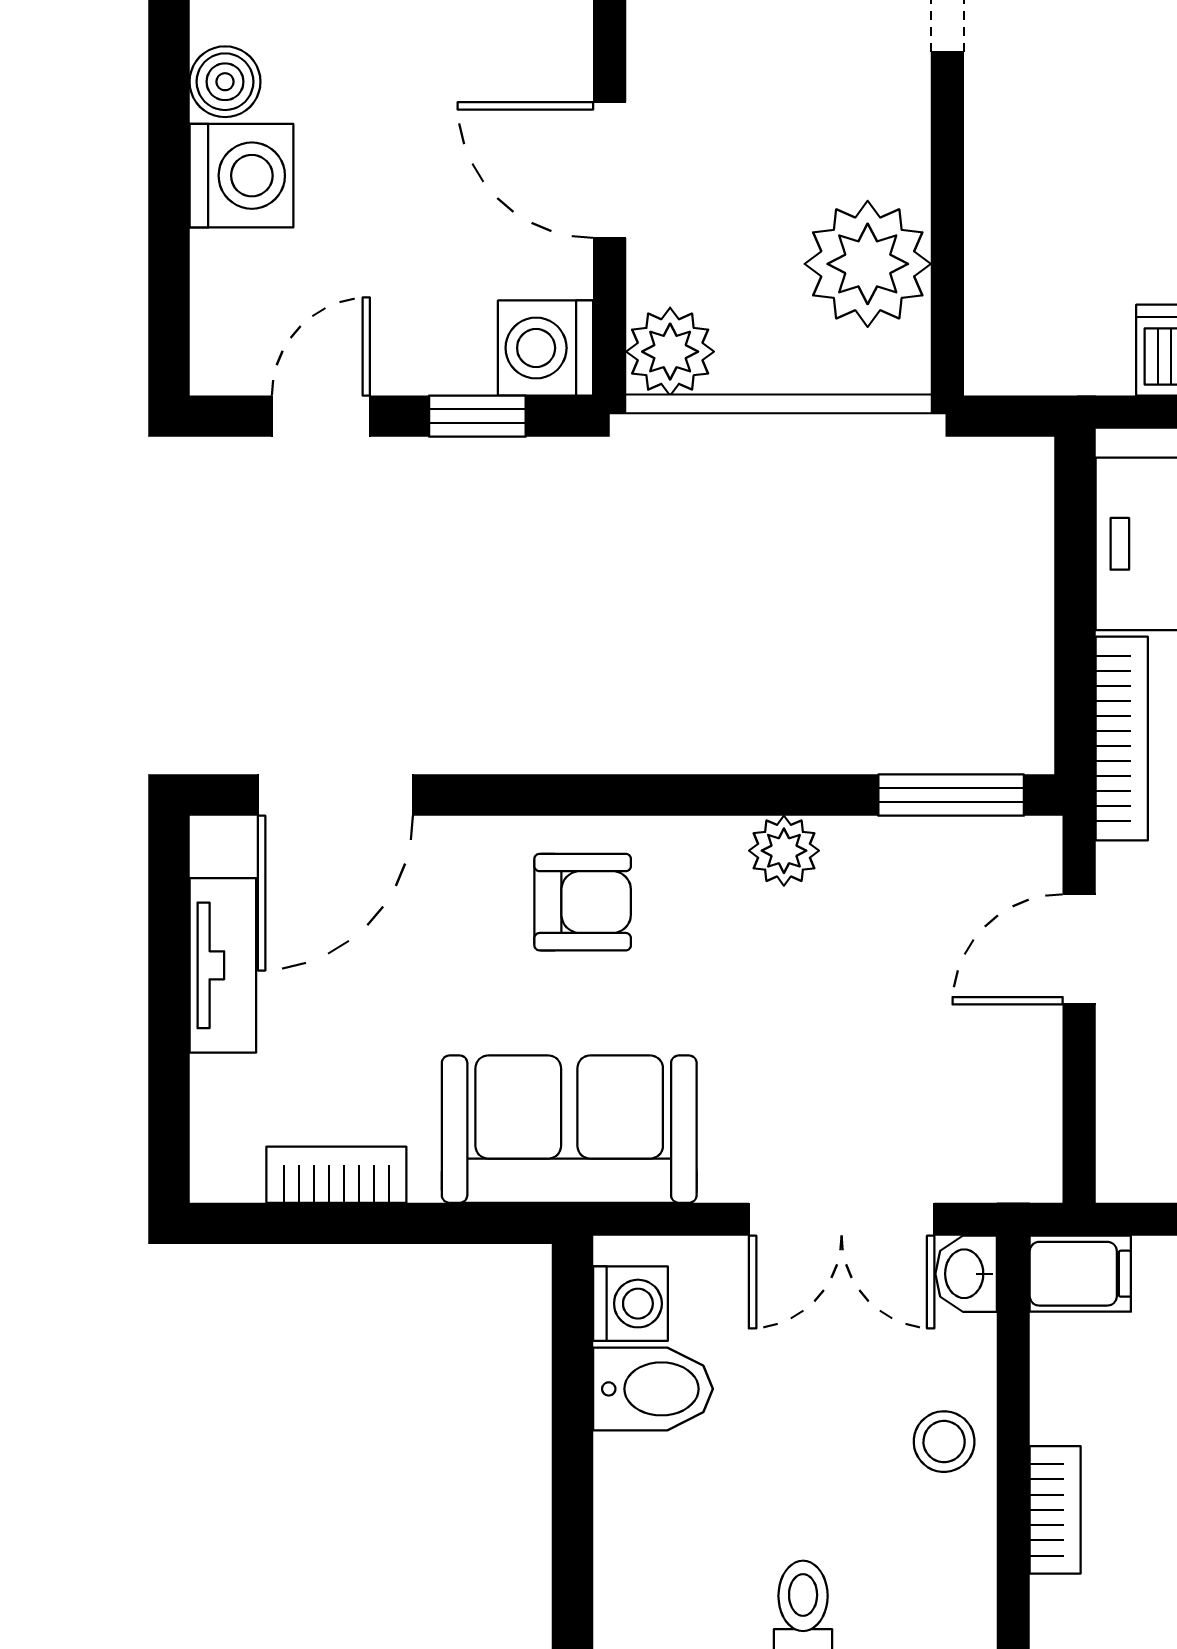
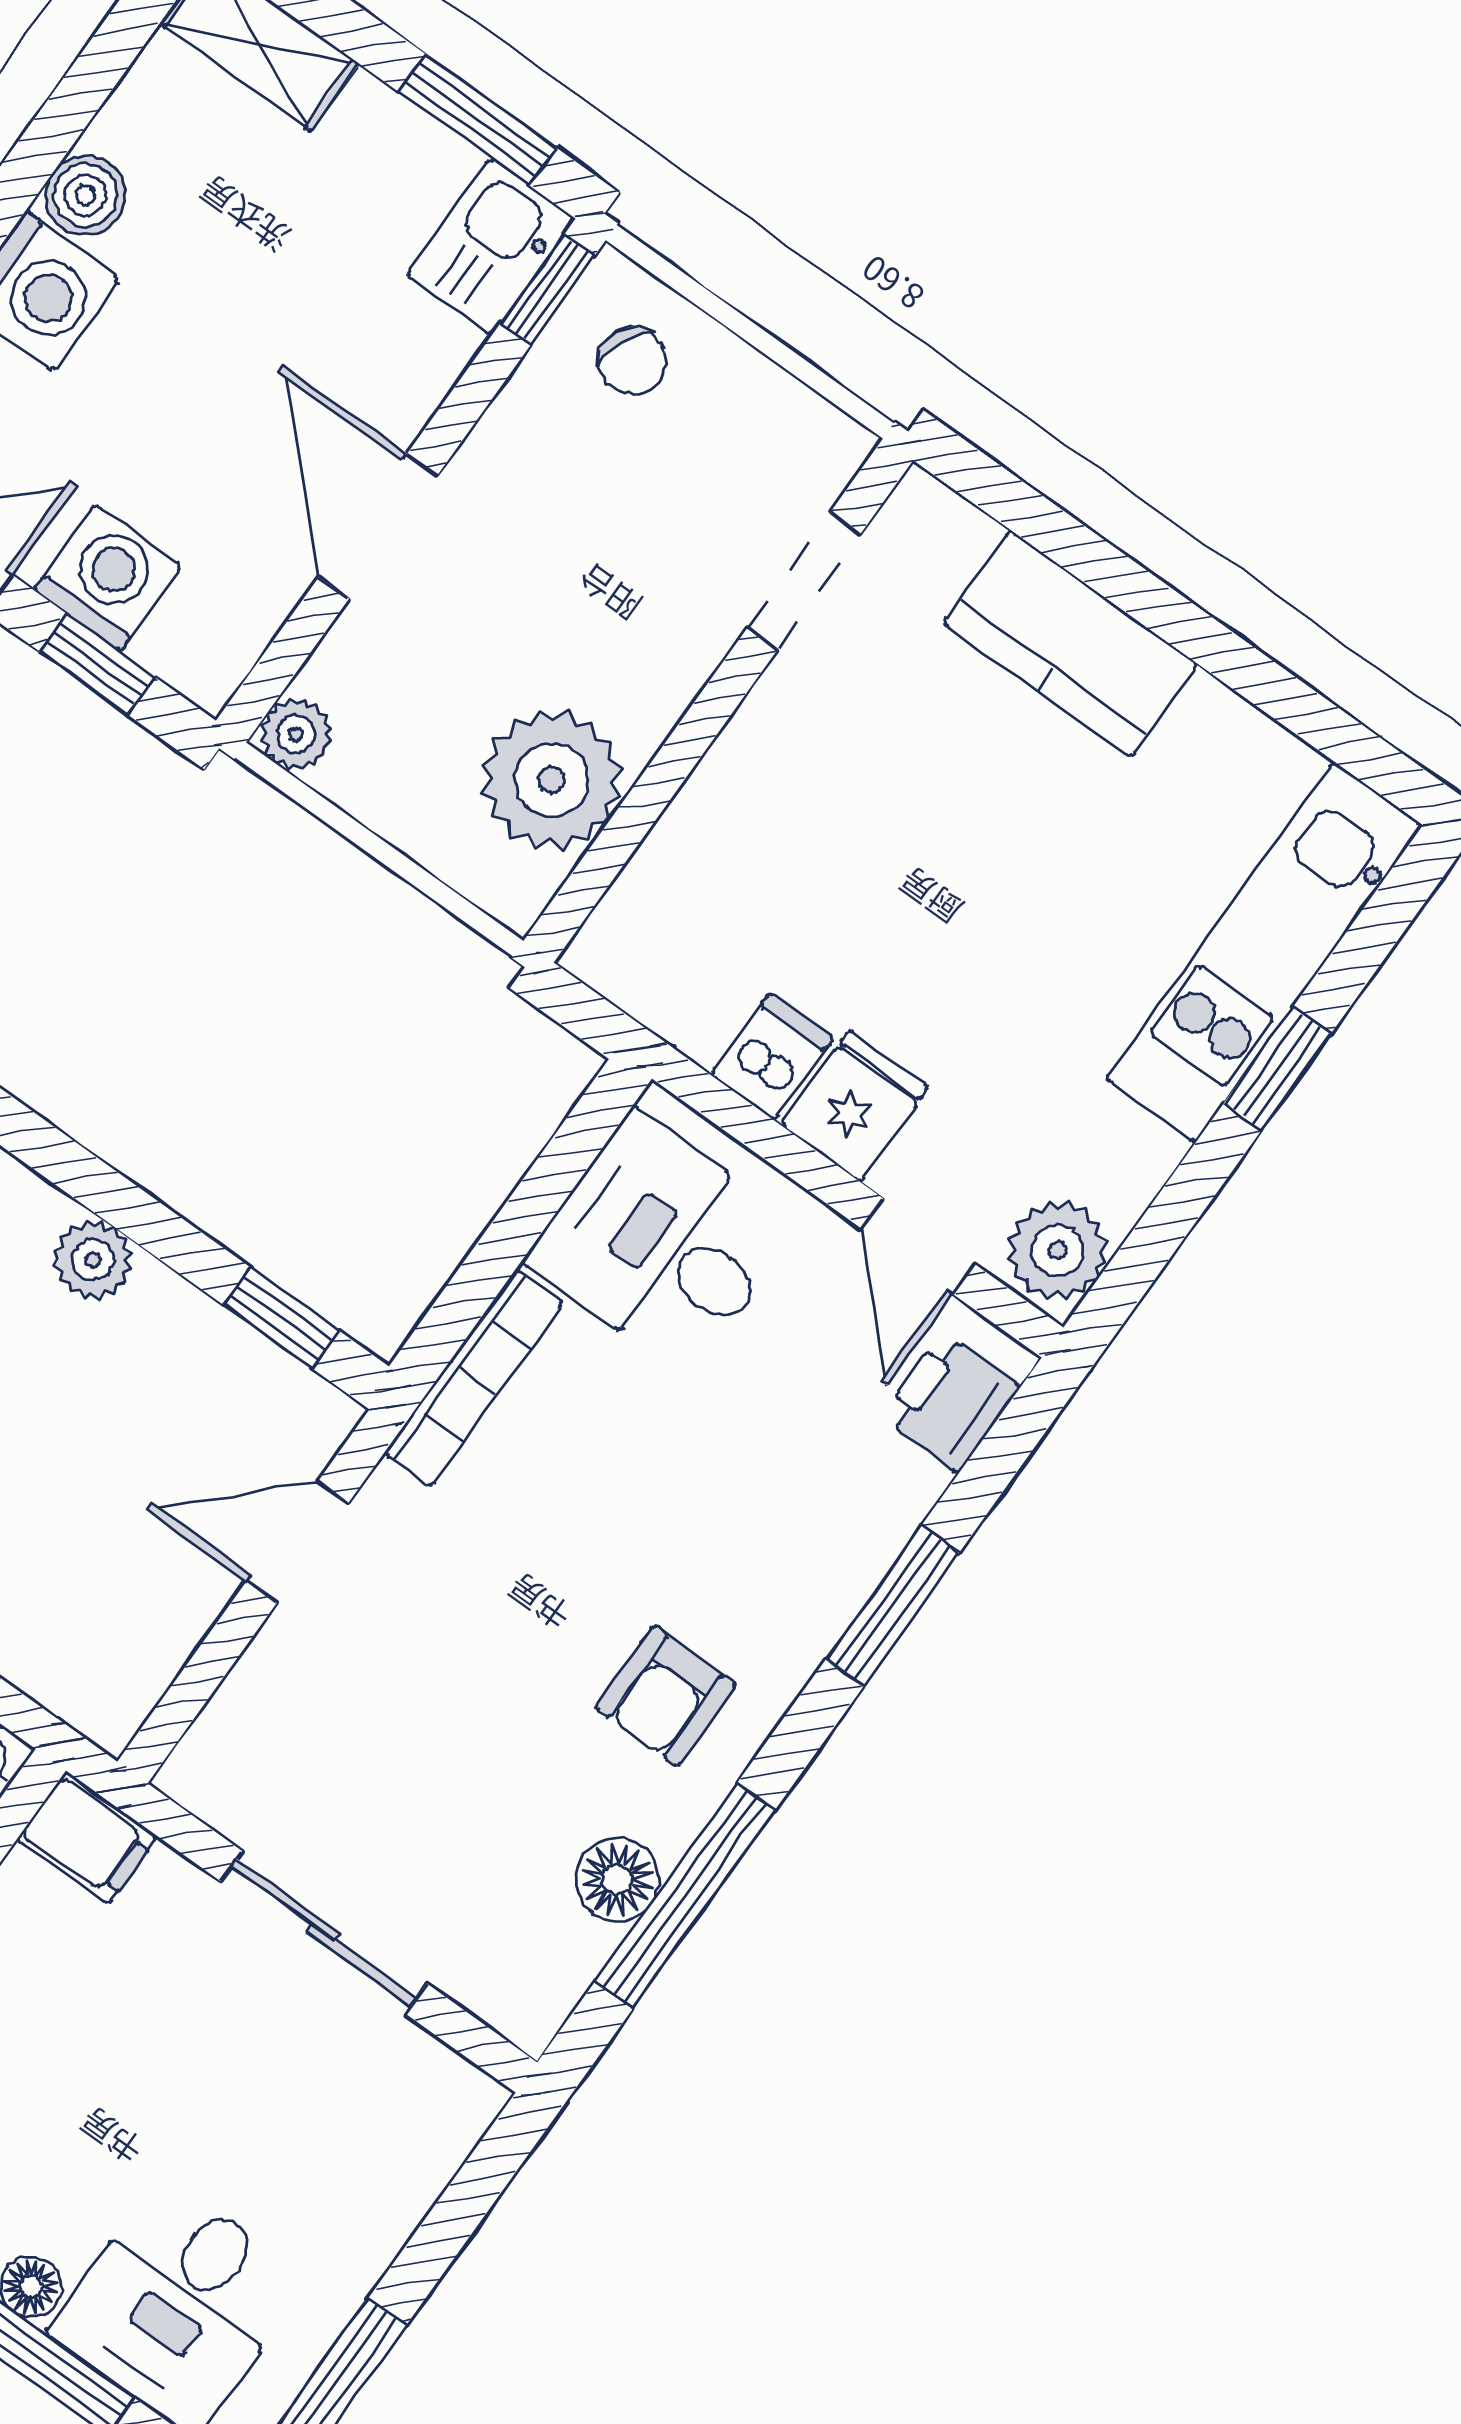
washing machine: (546, 348) -> (108, 578), moved, turned 90
plant: (670, 352) -> (296, 734), width x0.73, depth x0.73
window: (951, 795) -> (281, 1318), width x0.67

